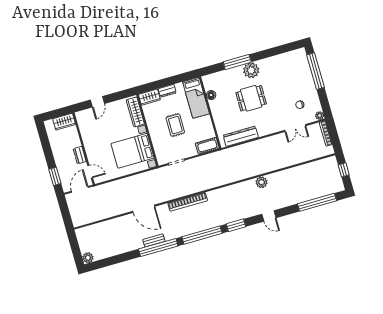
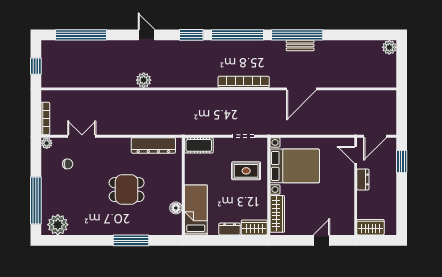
plant: (251, 70) -> (58, 225), moved
rug: (175, 125) -> (246, 171), moved, turned 90
door: (144, 209) -> (301, 89), swing flipped

